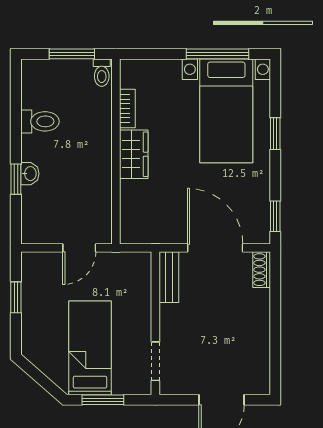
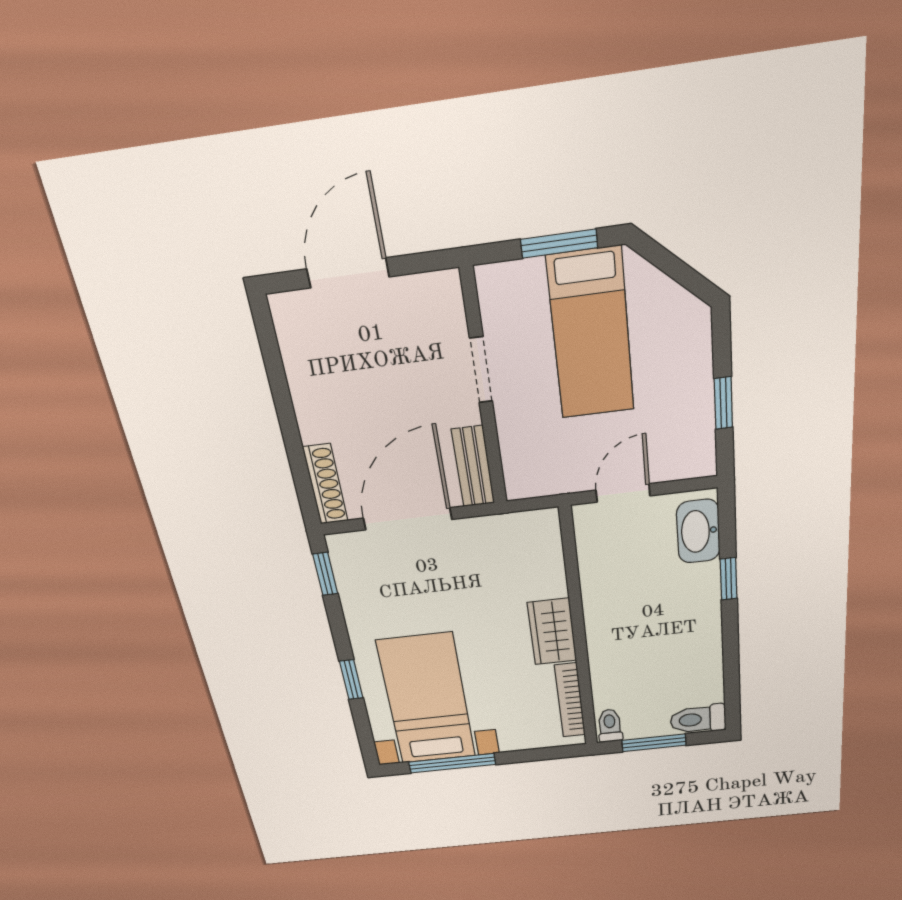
bookcase: (127, 109) -> (570, 700), width x1.56
toilet: (40, 121) -> (698, 719), moved
washbasin: (30, 174) -> (698, 531), moved, width x1.91, depth x1.45
door: (215, 248) -> (408, 519), swing flipped
shoe rack: (262, 270) -> (325, 484), width x1.43
doorway: (155, 361) -> (481, 370), moved

